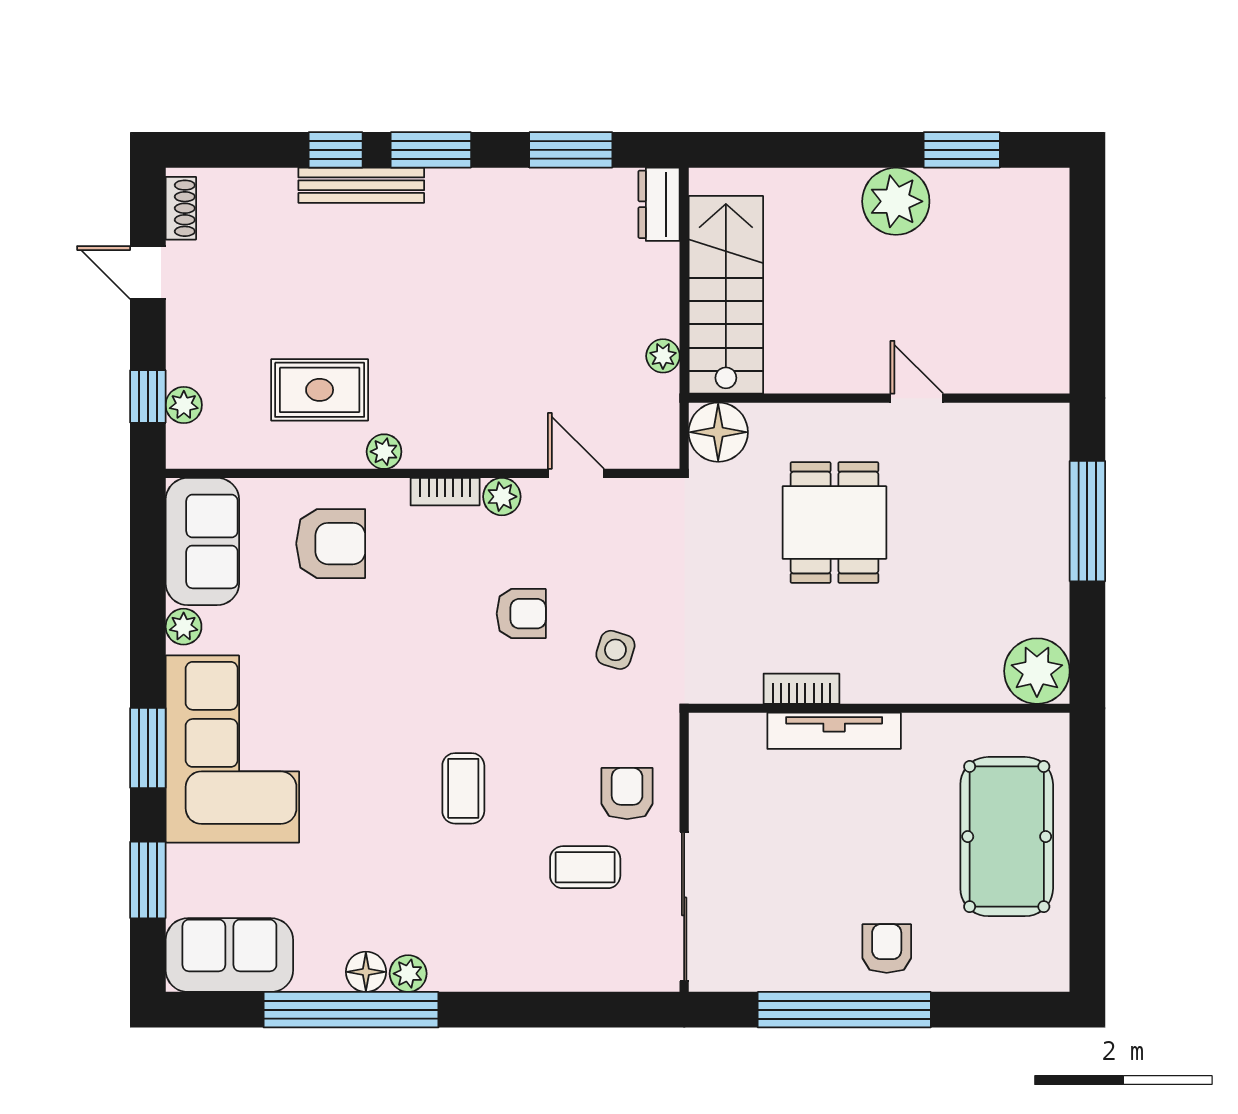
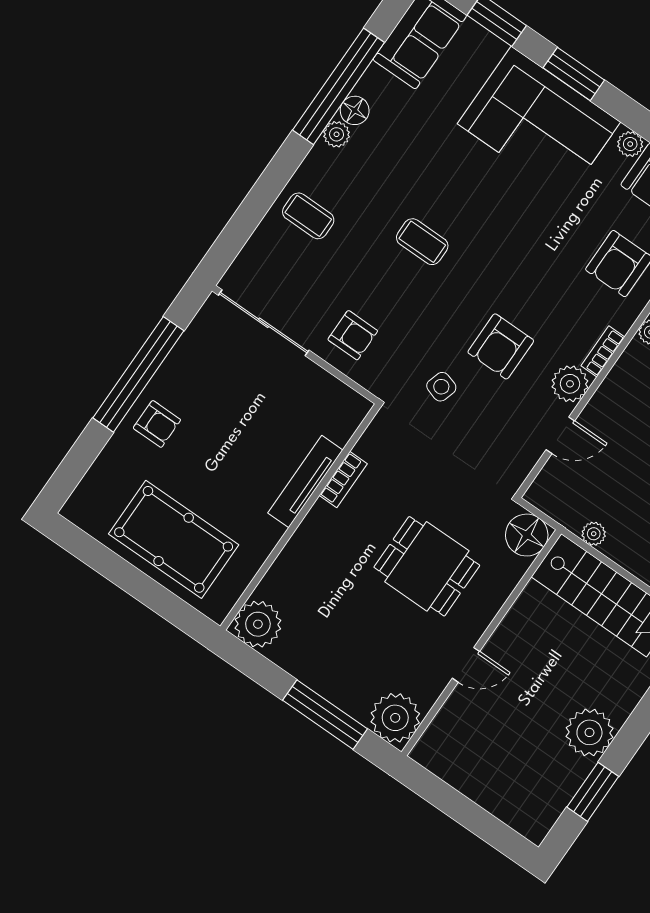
plant: (1035, 437) -> (395, 718), added
plant: (502, 497) -> (570, 384), width x1.38, depth x1.38
armchair: (521, 614) -> (501, 346), width x1.38, depth x1.38
coffee table: (585, 867) -> (308, 216), moved, turned 90

